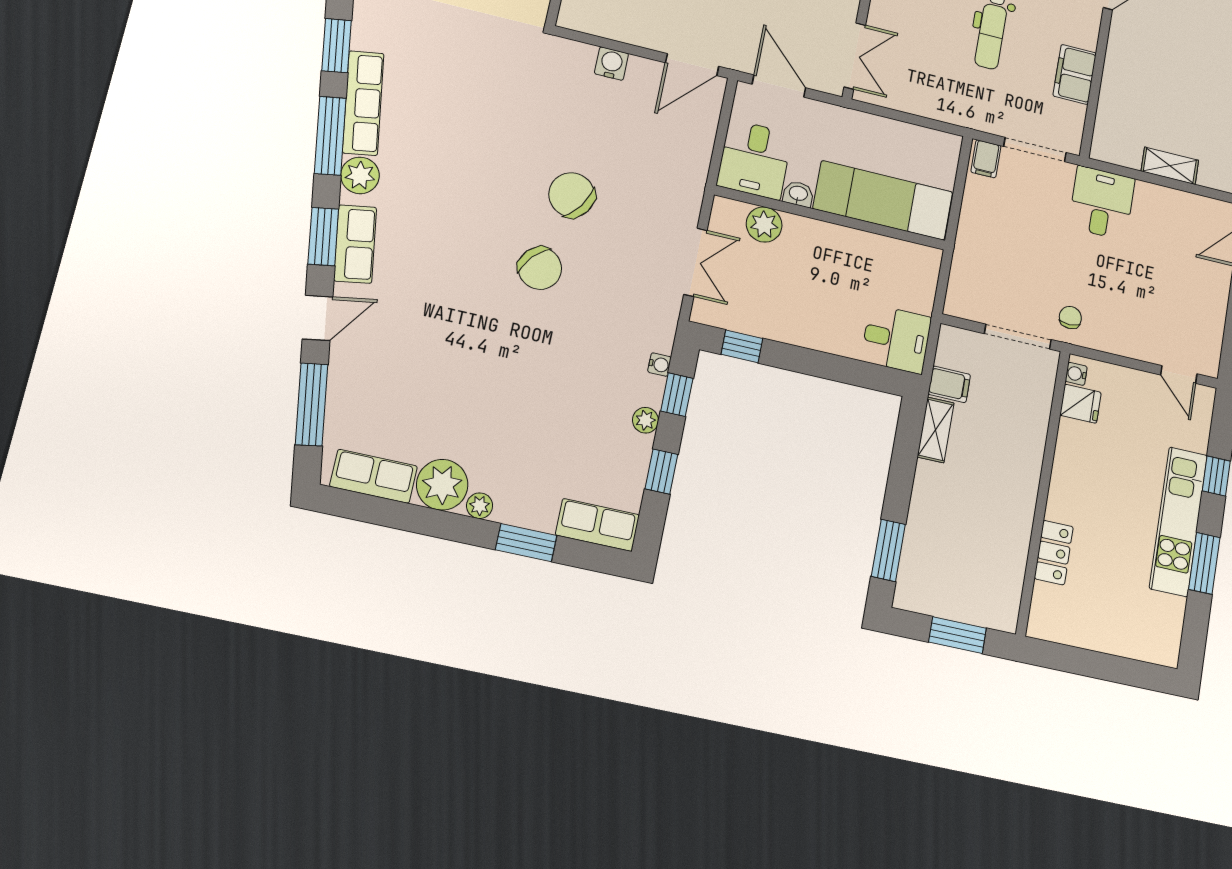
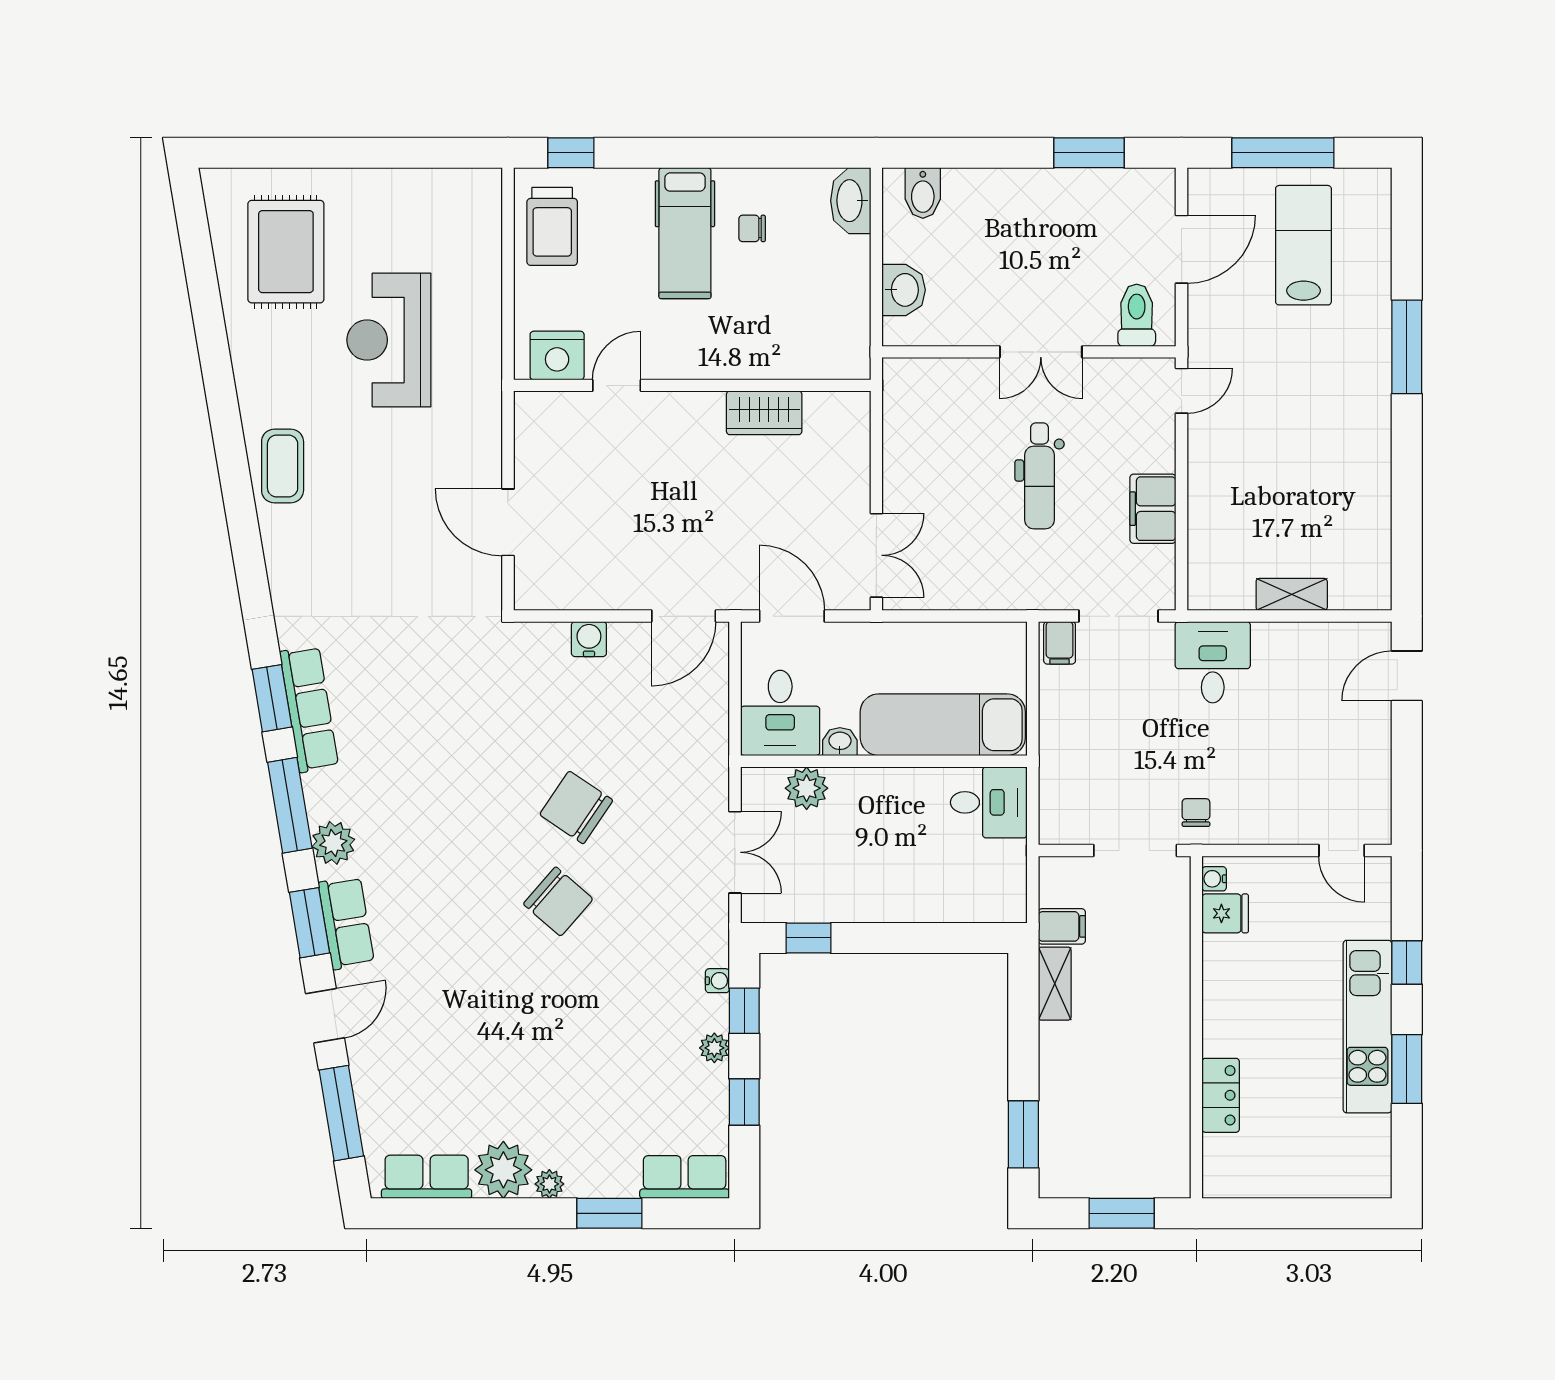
row of seats: (363, 103) -> (309, 709), moved
desk: (896, 339) -> (989, 802), moved

